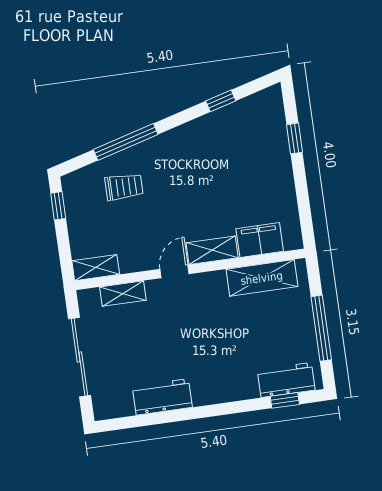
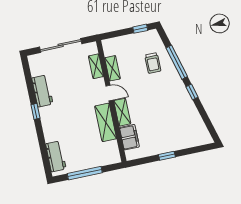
window: (221, 101) -> (192, 92), moved
window: (295, 138) -> (167, 156), moved
shelving: (96, 268) -> (112, 68), moved
shelving: (262, 278) -> (106, 122), moved
window: (285, 400) -> (35, 111), moved

